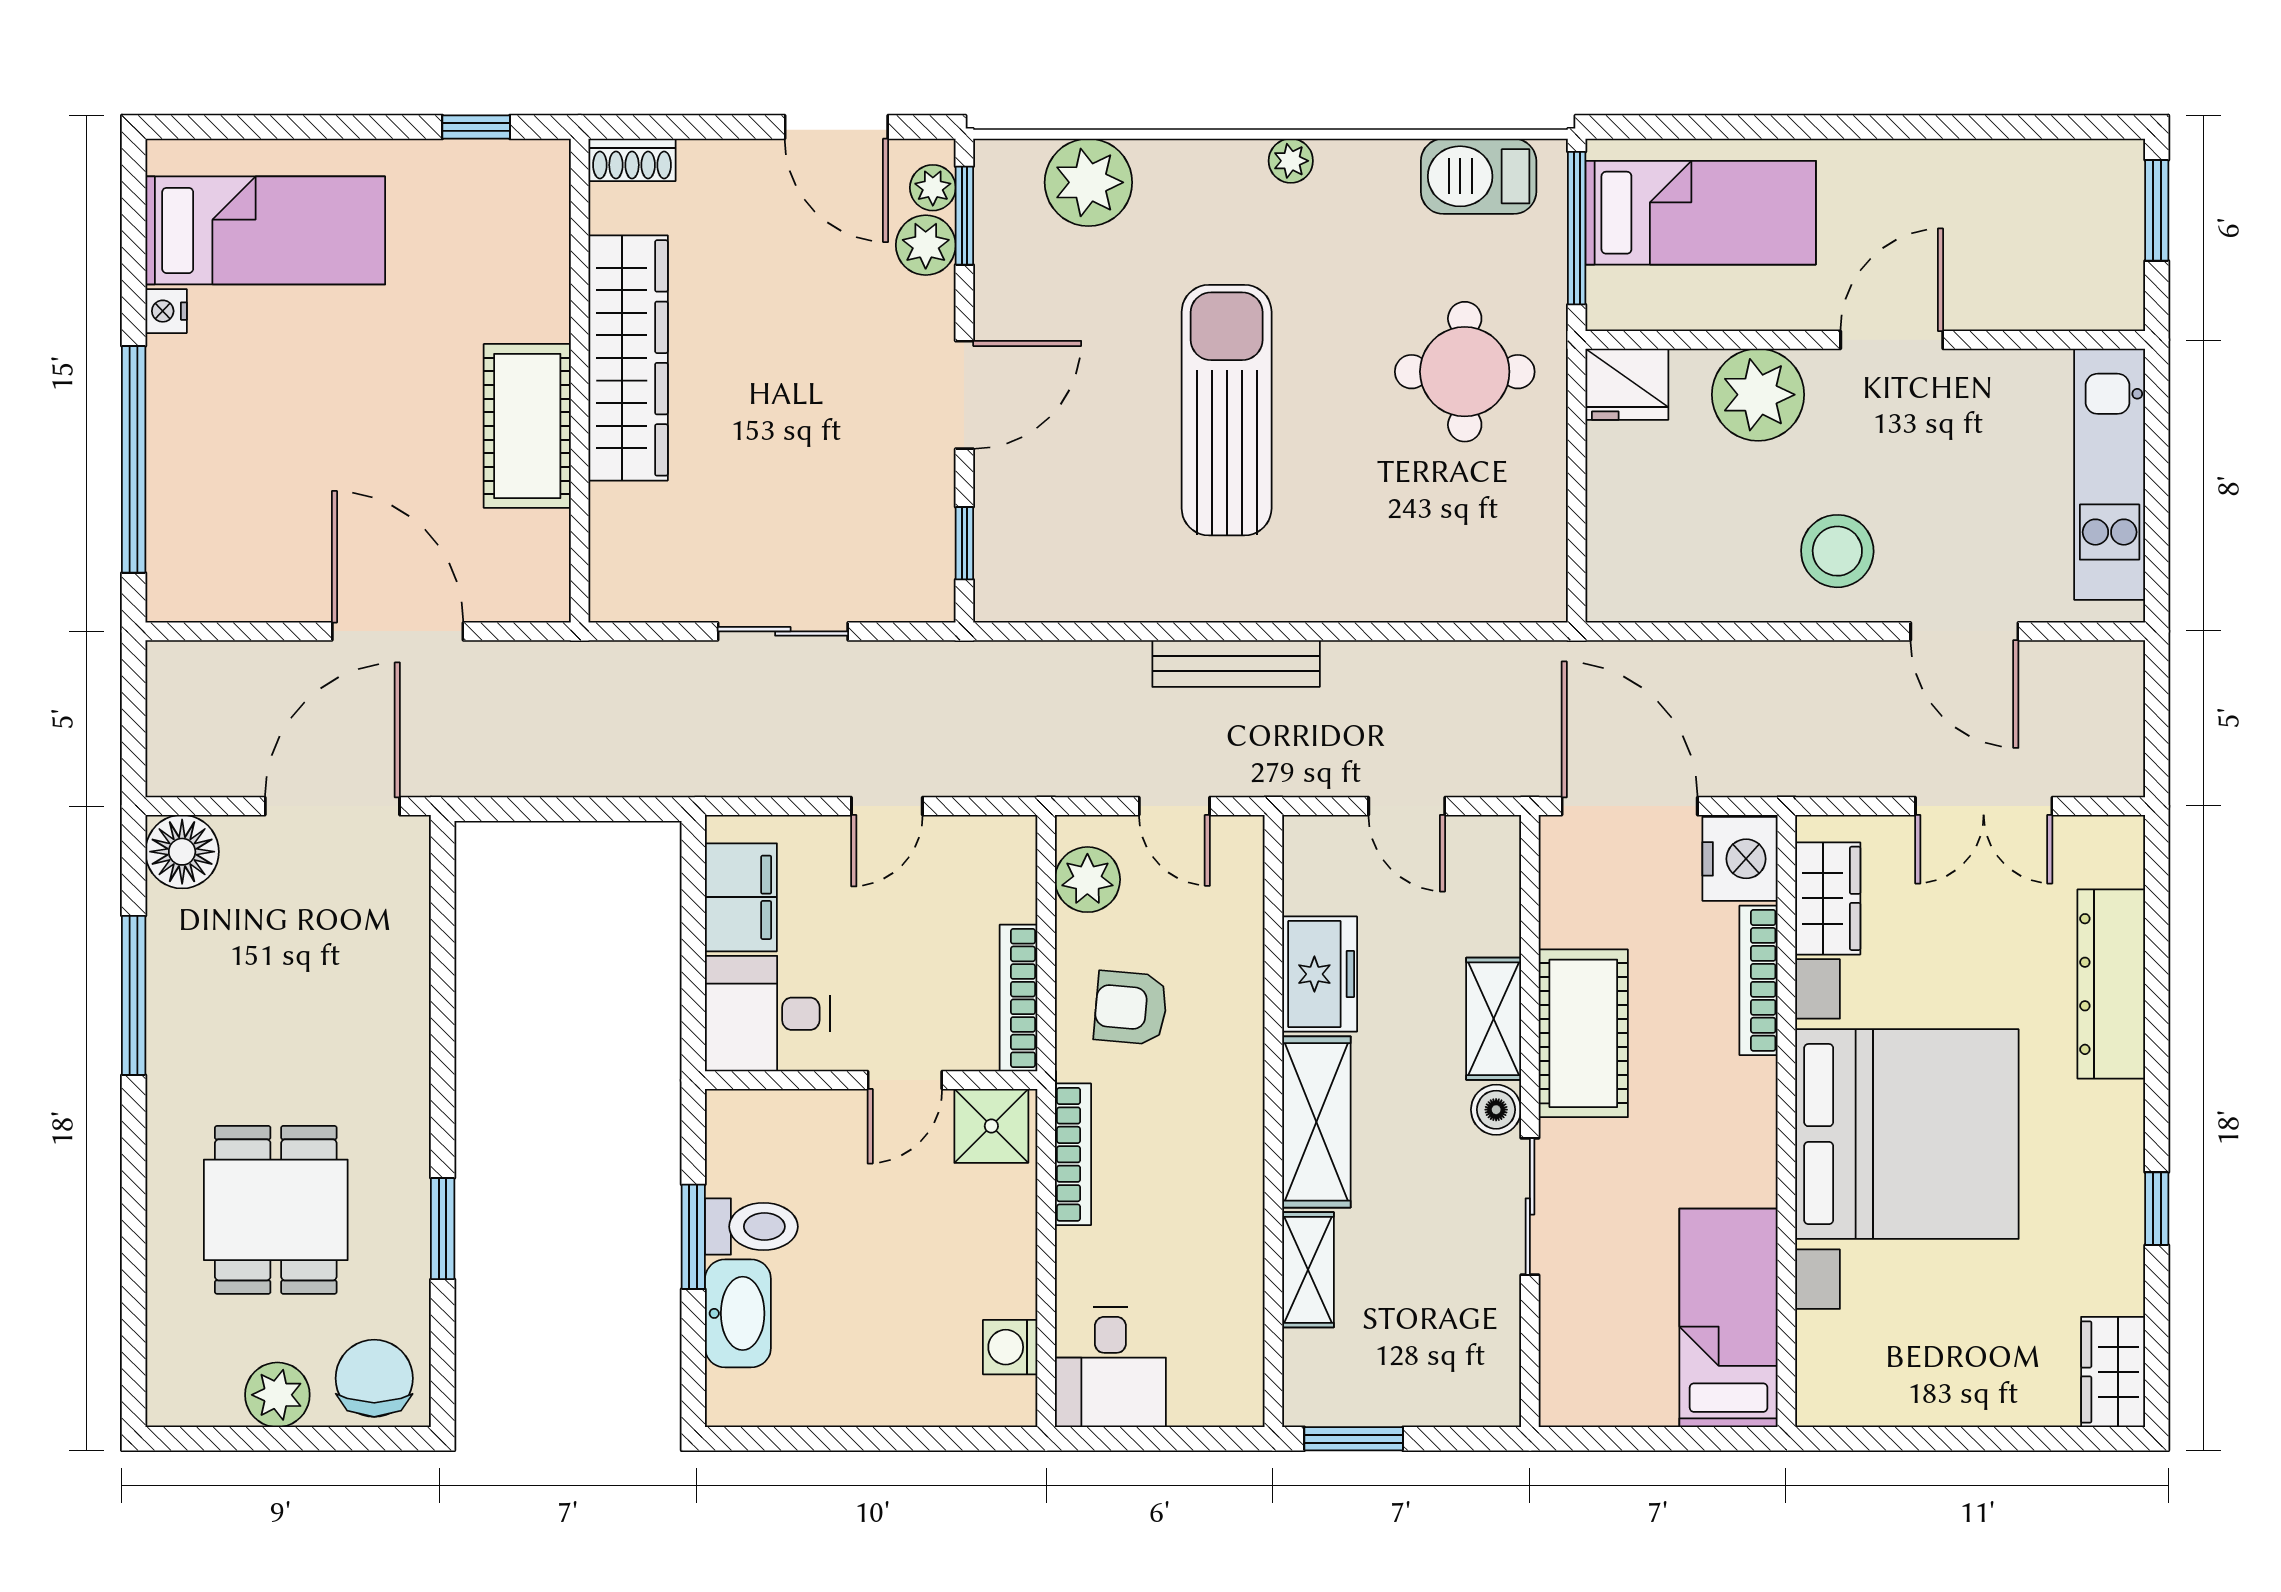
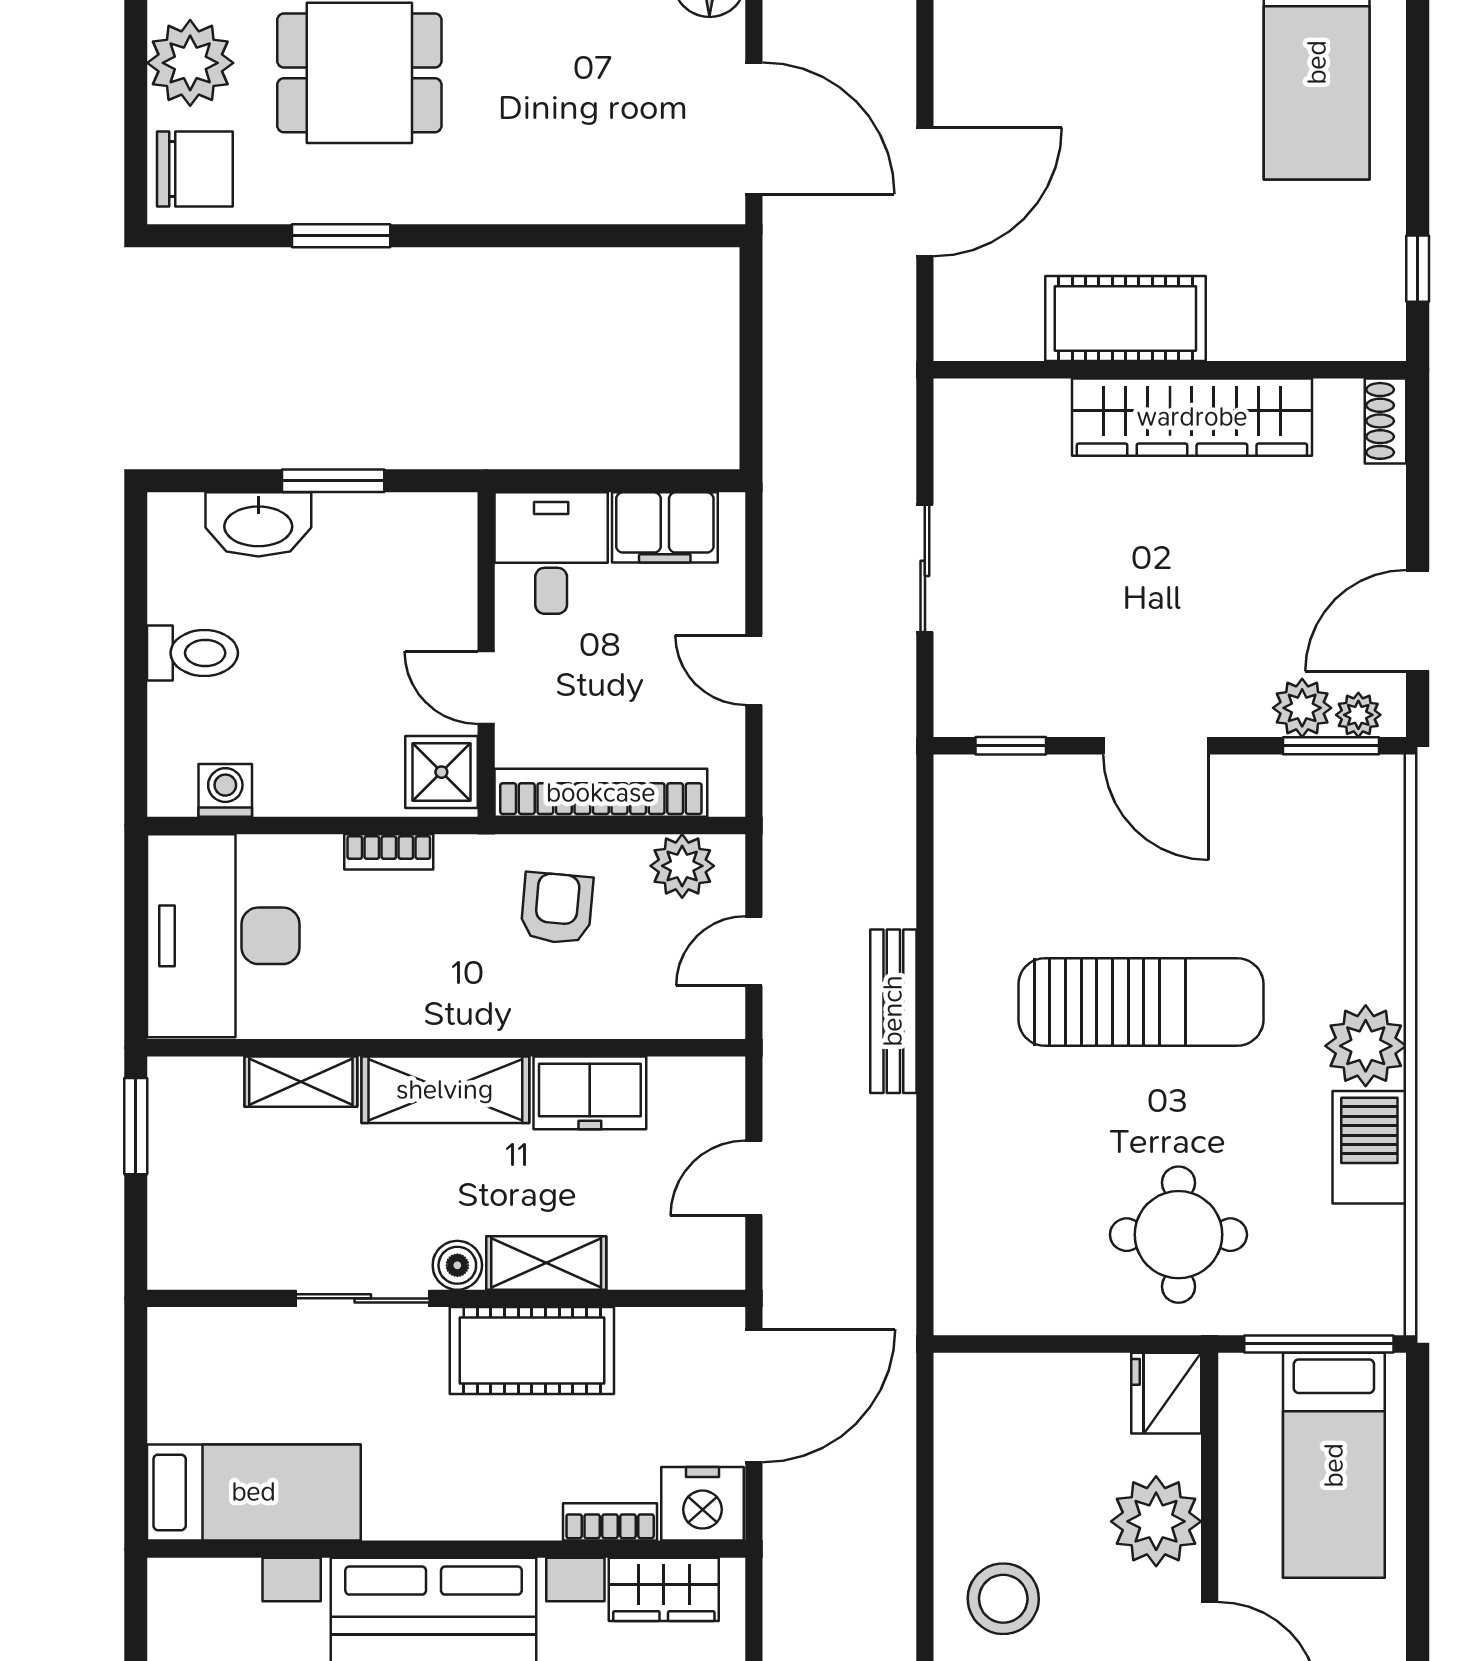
plant: (1291, 161) -> (1366, 1046), width x1.88, depth x1.88
barbecue: (1479, 176) -> (1369, 1147), moved
plant: (1088, 182) -> (1363, 867), removed
bookcase: (1759, 980) -> (610, 1522), width x0.64
bookcase: (1018, 998) -> (601, 793), width x1.48, depth x1.31
bookcase: (1073, 1154) -> (389, 852), width x0.64
toilet: (751, 1227) -> (193, 653), moved, turned -90
desk: (1110, 1367) -> (223, 936), width x1.87, depth x1.30
plant: (277, 1395) -> (190, 63), width x1.36, depth x1.36

